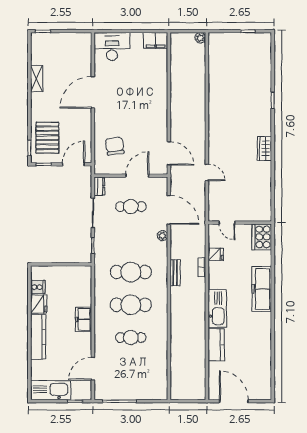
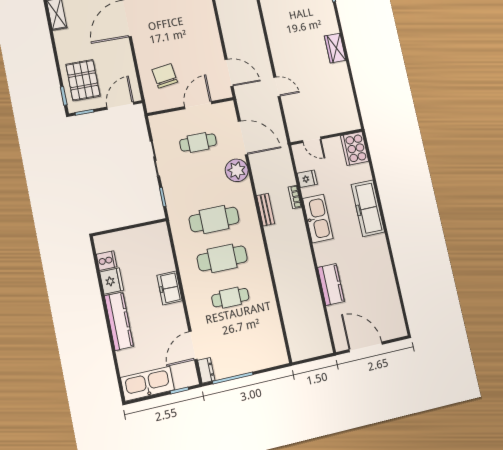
dresser: (99, 186) -> (206, 370), moved
plant: (162, 236) -> (237, 170), width x1.87, depth x1.87
kitchen sink: (217, 308) -> (318, 219), moved

